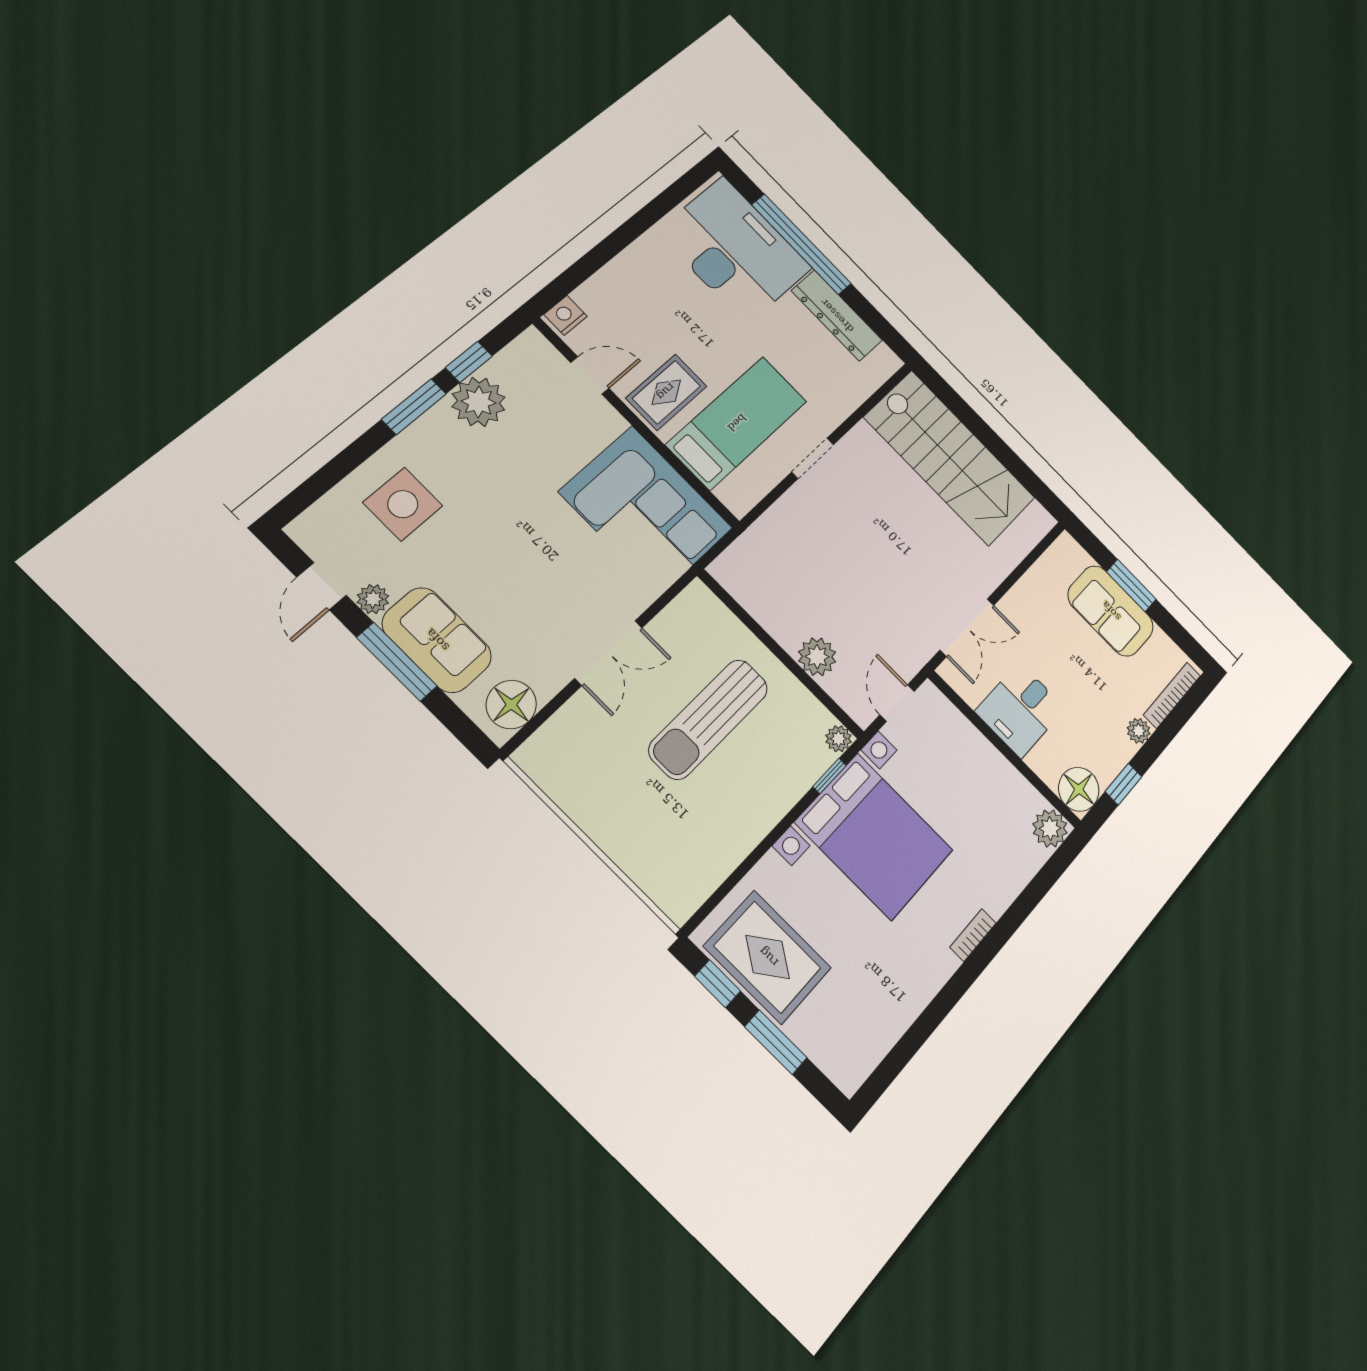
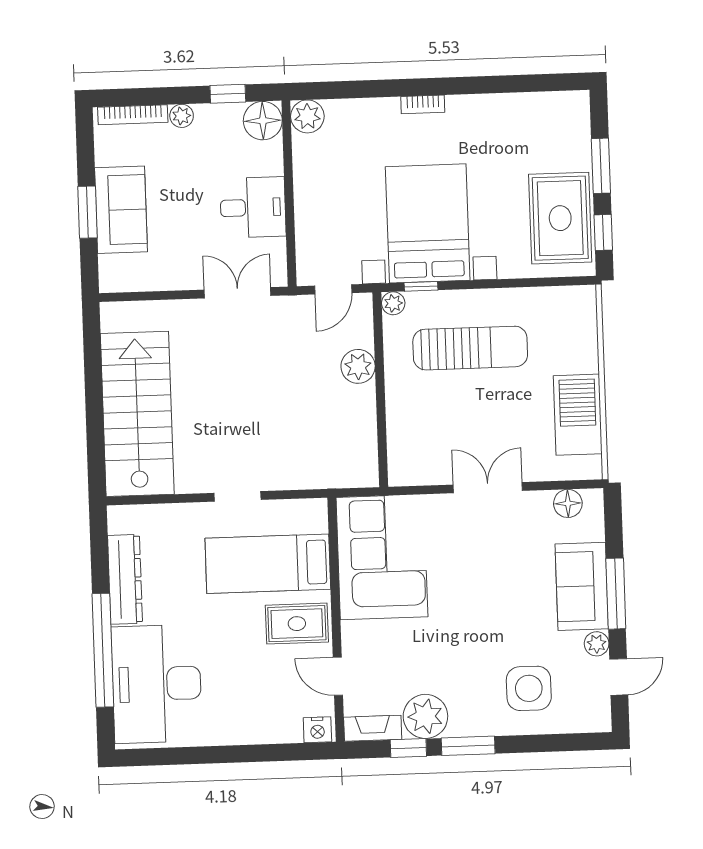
fireplace: (517, 354) -> (373, 728), added
floor lamp: (511, 705) -> (568, 503), width x0.73, depth x0.73
sun lounger: (709, 719) -> (470, 348), moved
barbecue: (587, 794) -> (578, 415), added

